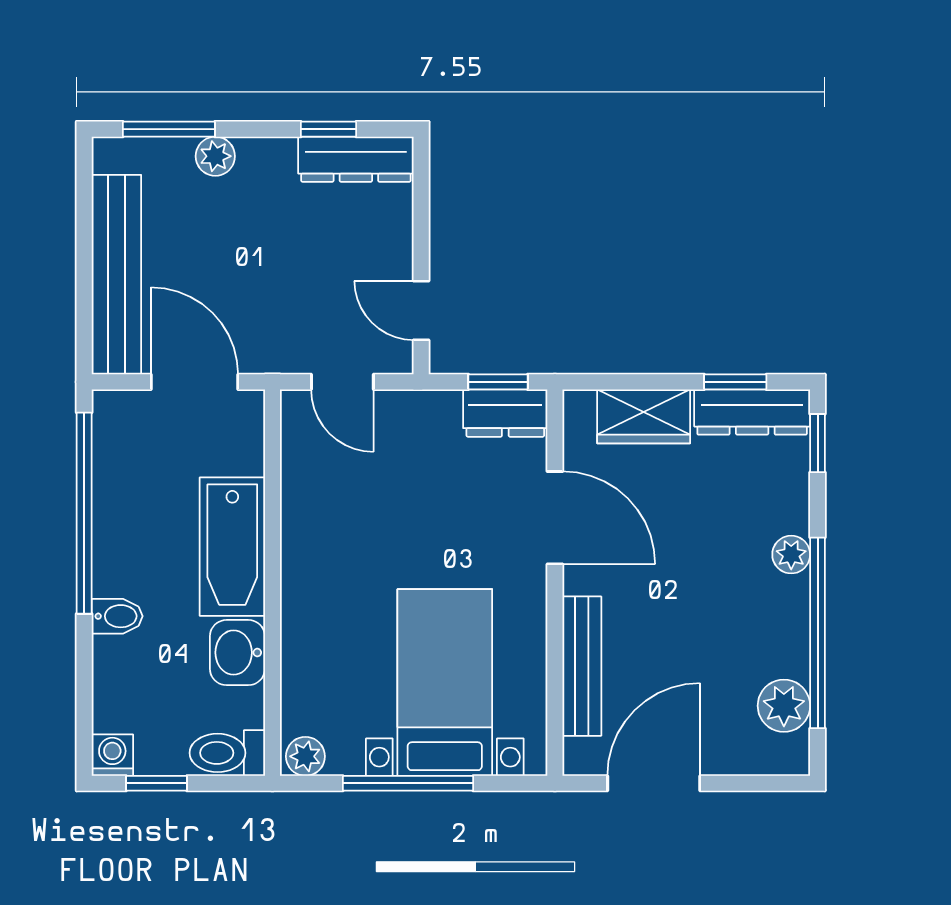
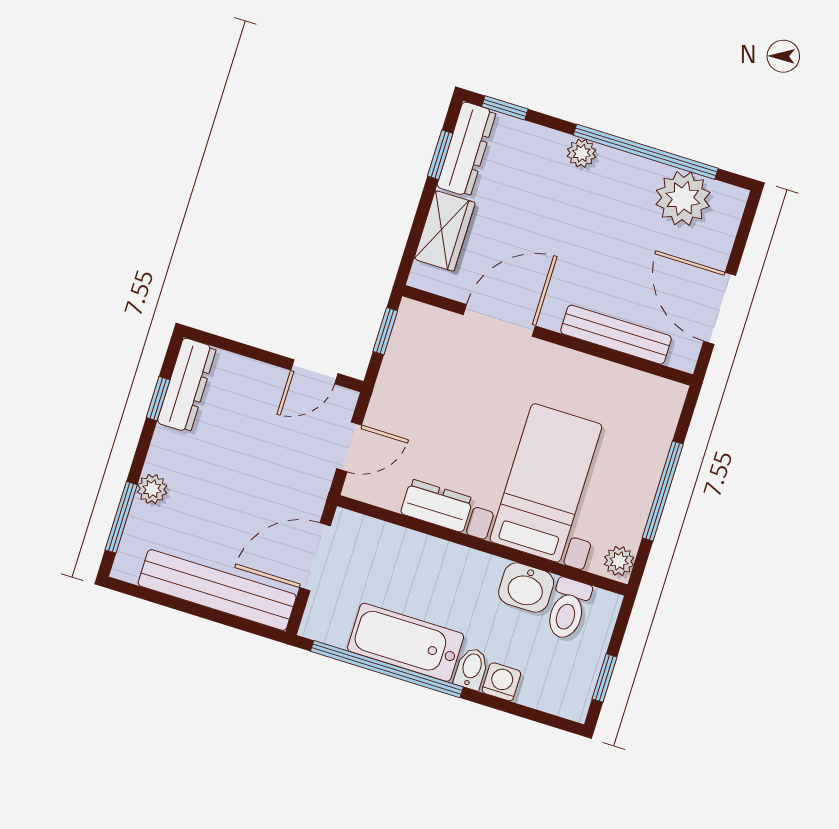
dresser: (505, 413) -> (437, 506), moved, turned -90
bathtub: (232, 547) -> (406, 642), moved, turned 180
bed with nightstands: (445, 682) -> (546, 483), moved, turned 90
plant: (784, 706) -> (683, 198), width x1.36, depth x1.36
toilet: (227, 753) -> (568, 609), moved
washing machine: (112, 755) -> (501, 682), moved, turned 90

